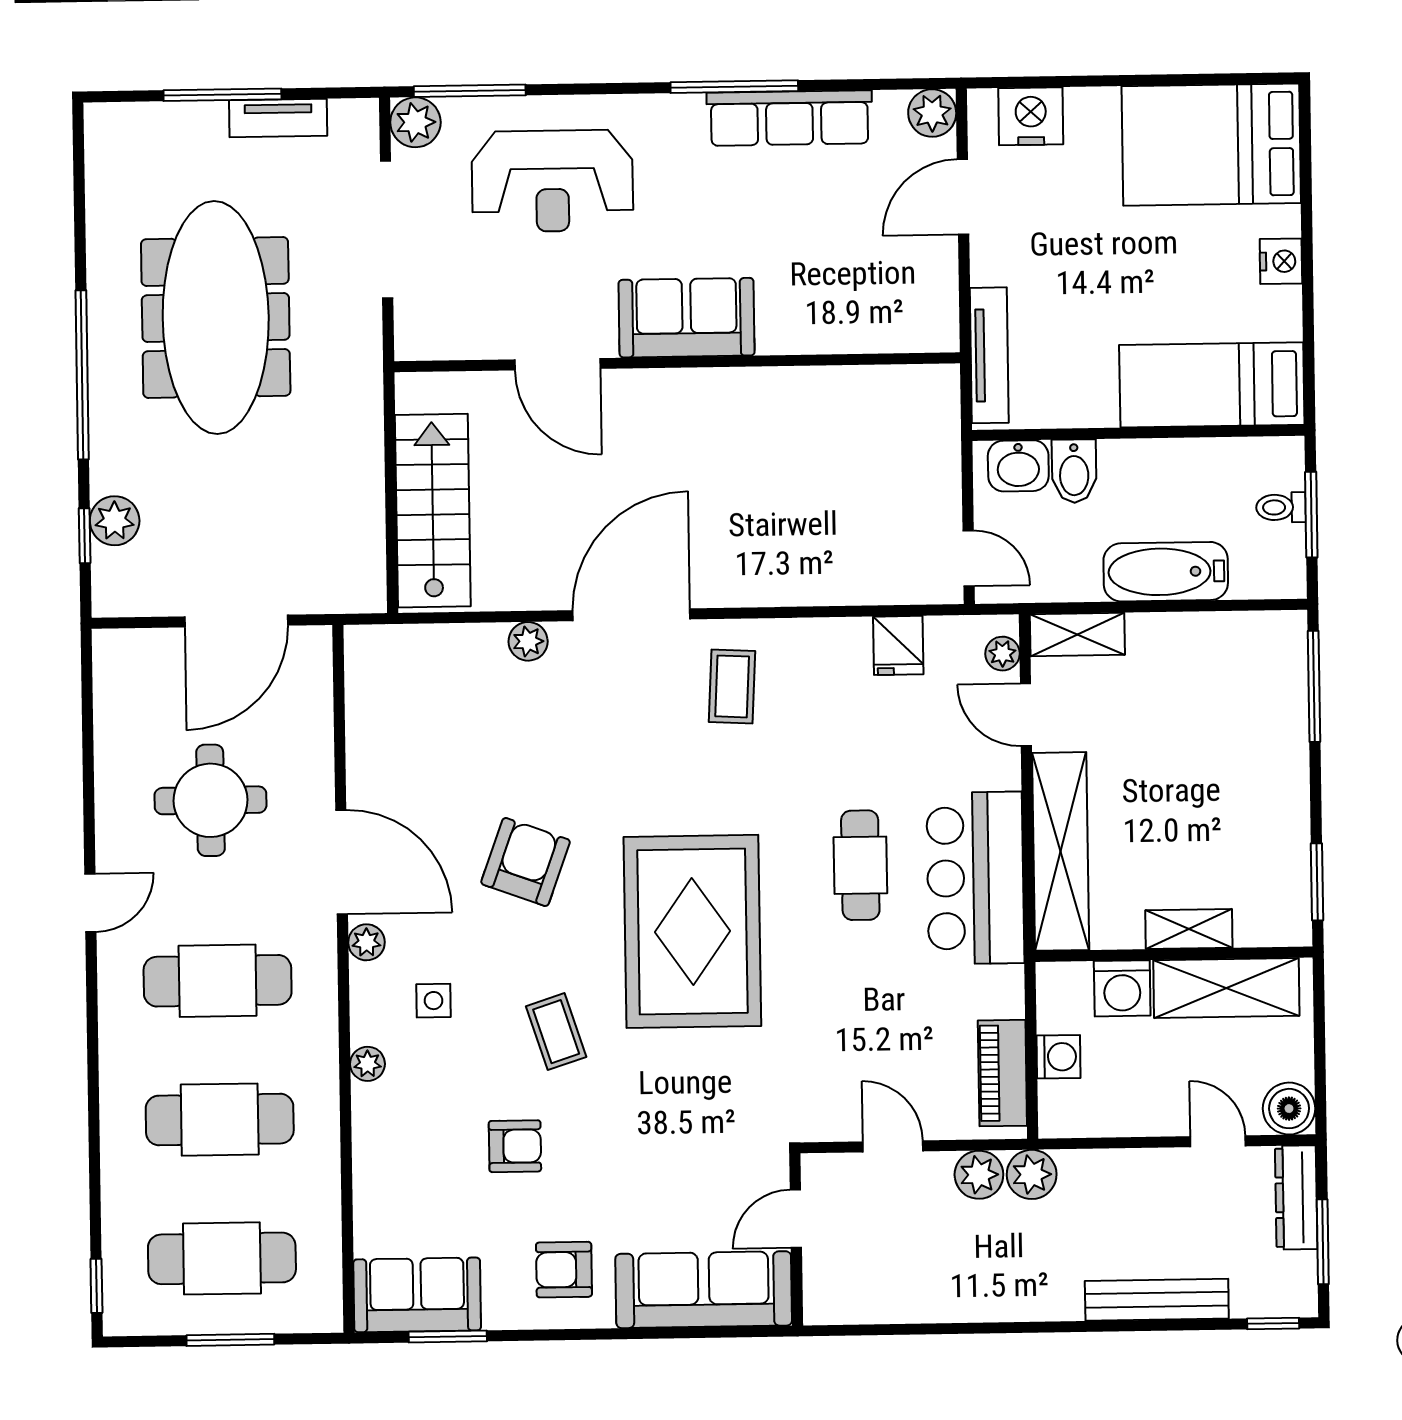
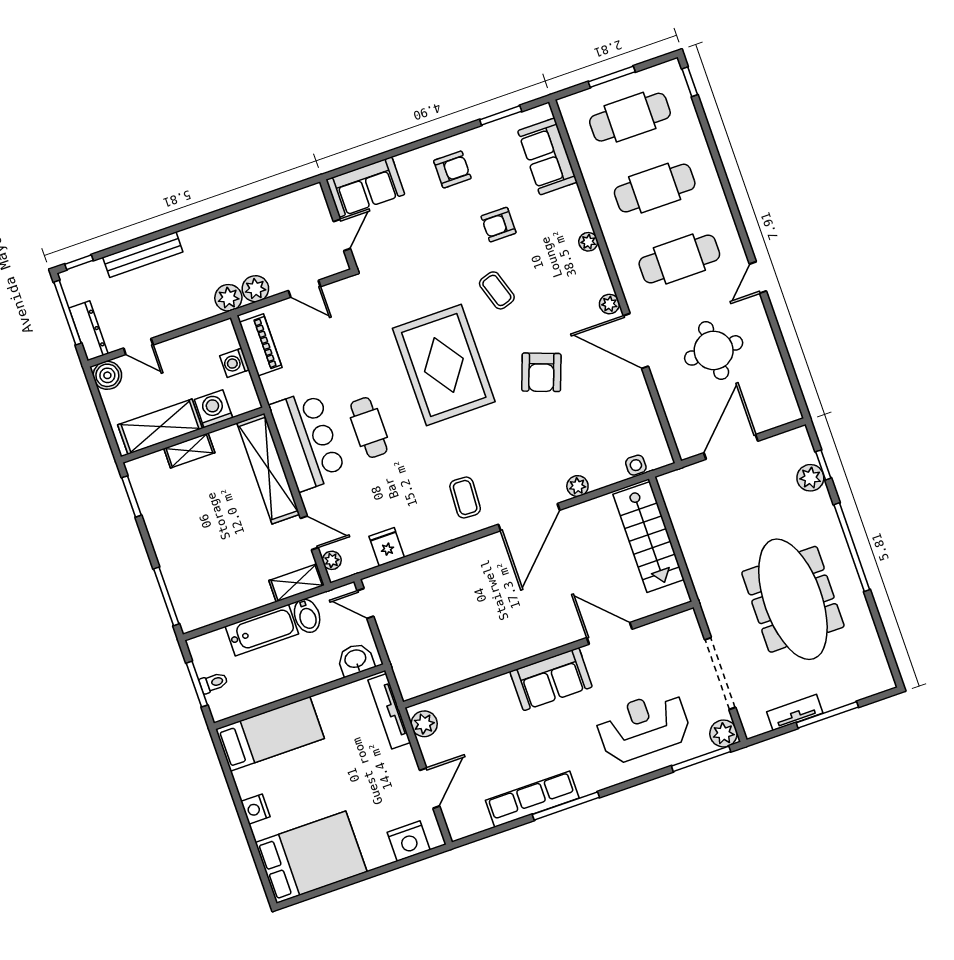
plant: (932, 113) -> (424, 724), moved
bidet: (1074, 471) -> (307, 616), moved, turned 180
side table: (434, 1001) -> (636, 465), moved
window: (1323, 1242) -> (67, 313), width x1.44
sofa: (704, 1290) -> (365, 187), width x0.73
sofa: (417, 1295) -> (547, 156), moved, turned 90

